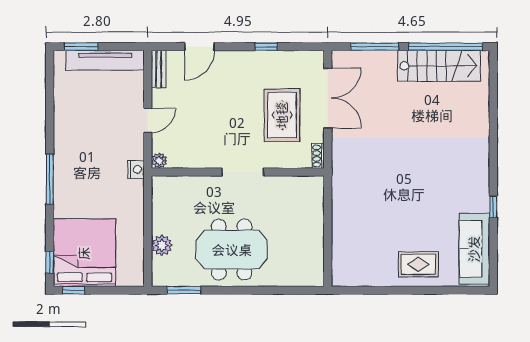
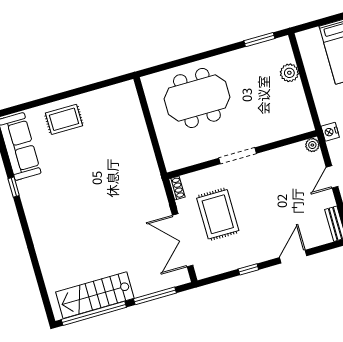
door: (200, 47) -> (293, 257), moved
meeting table: (232, 250) -> (197, 98), moved

